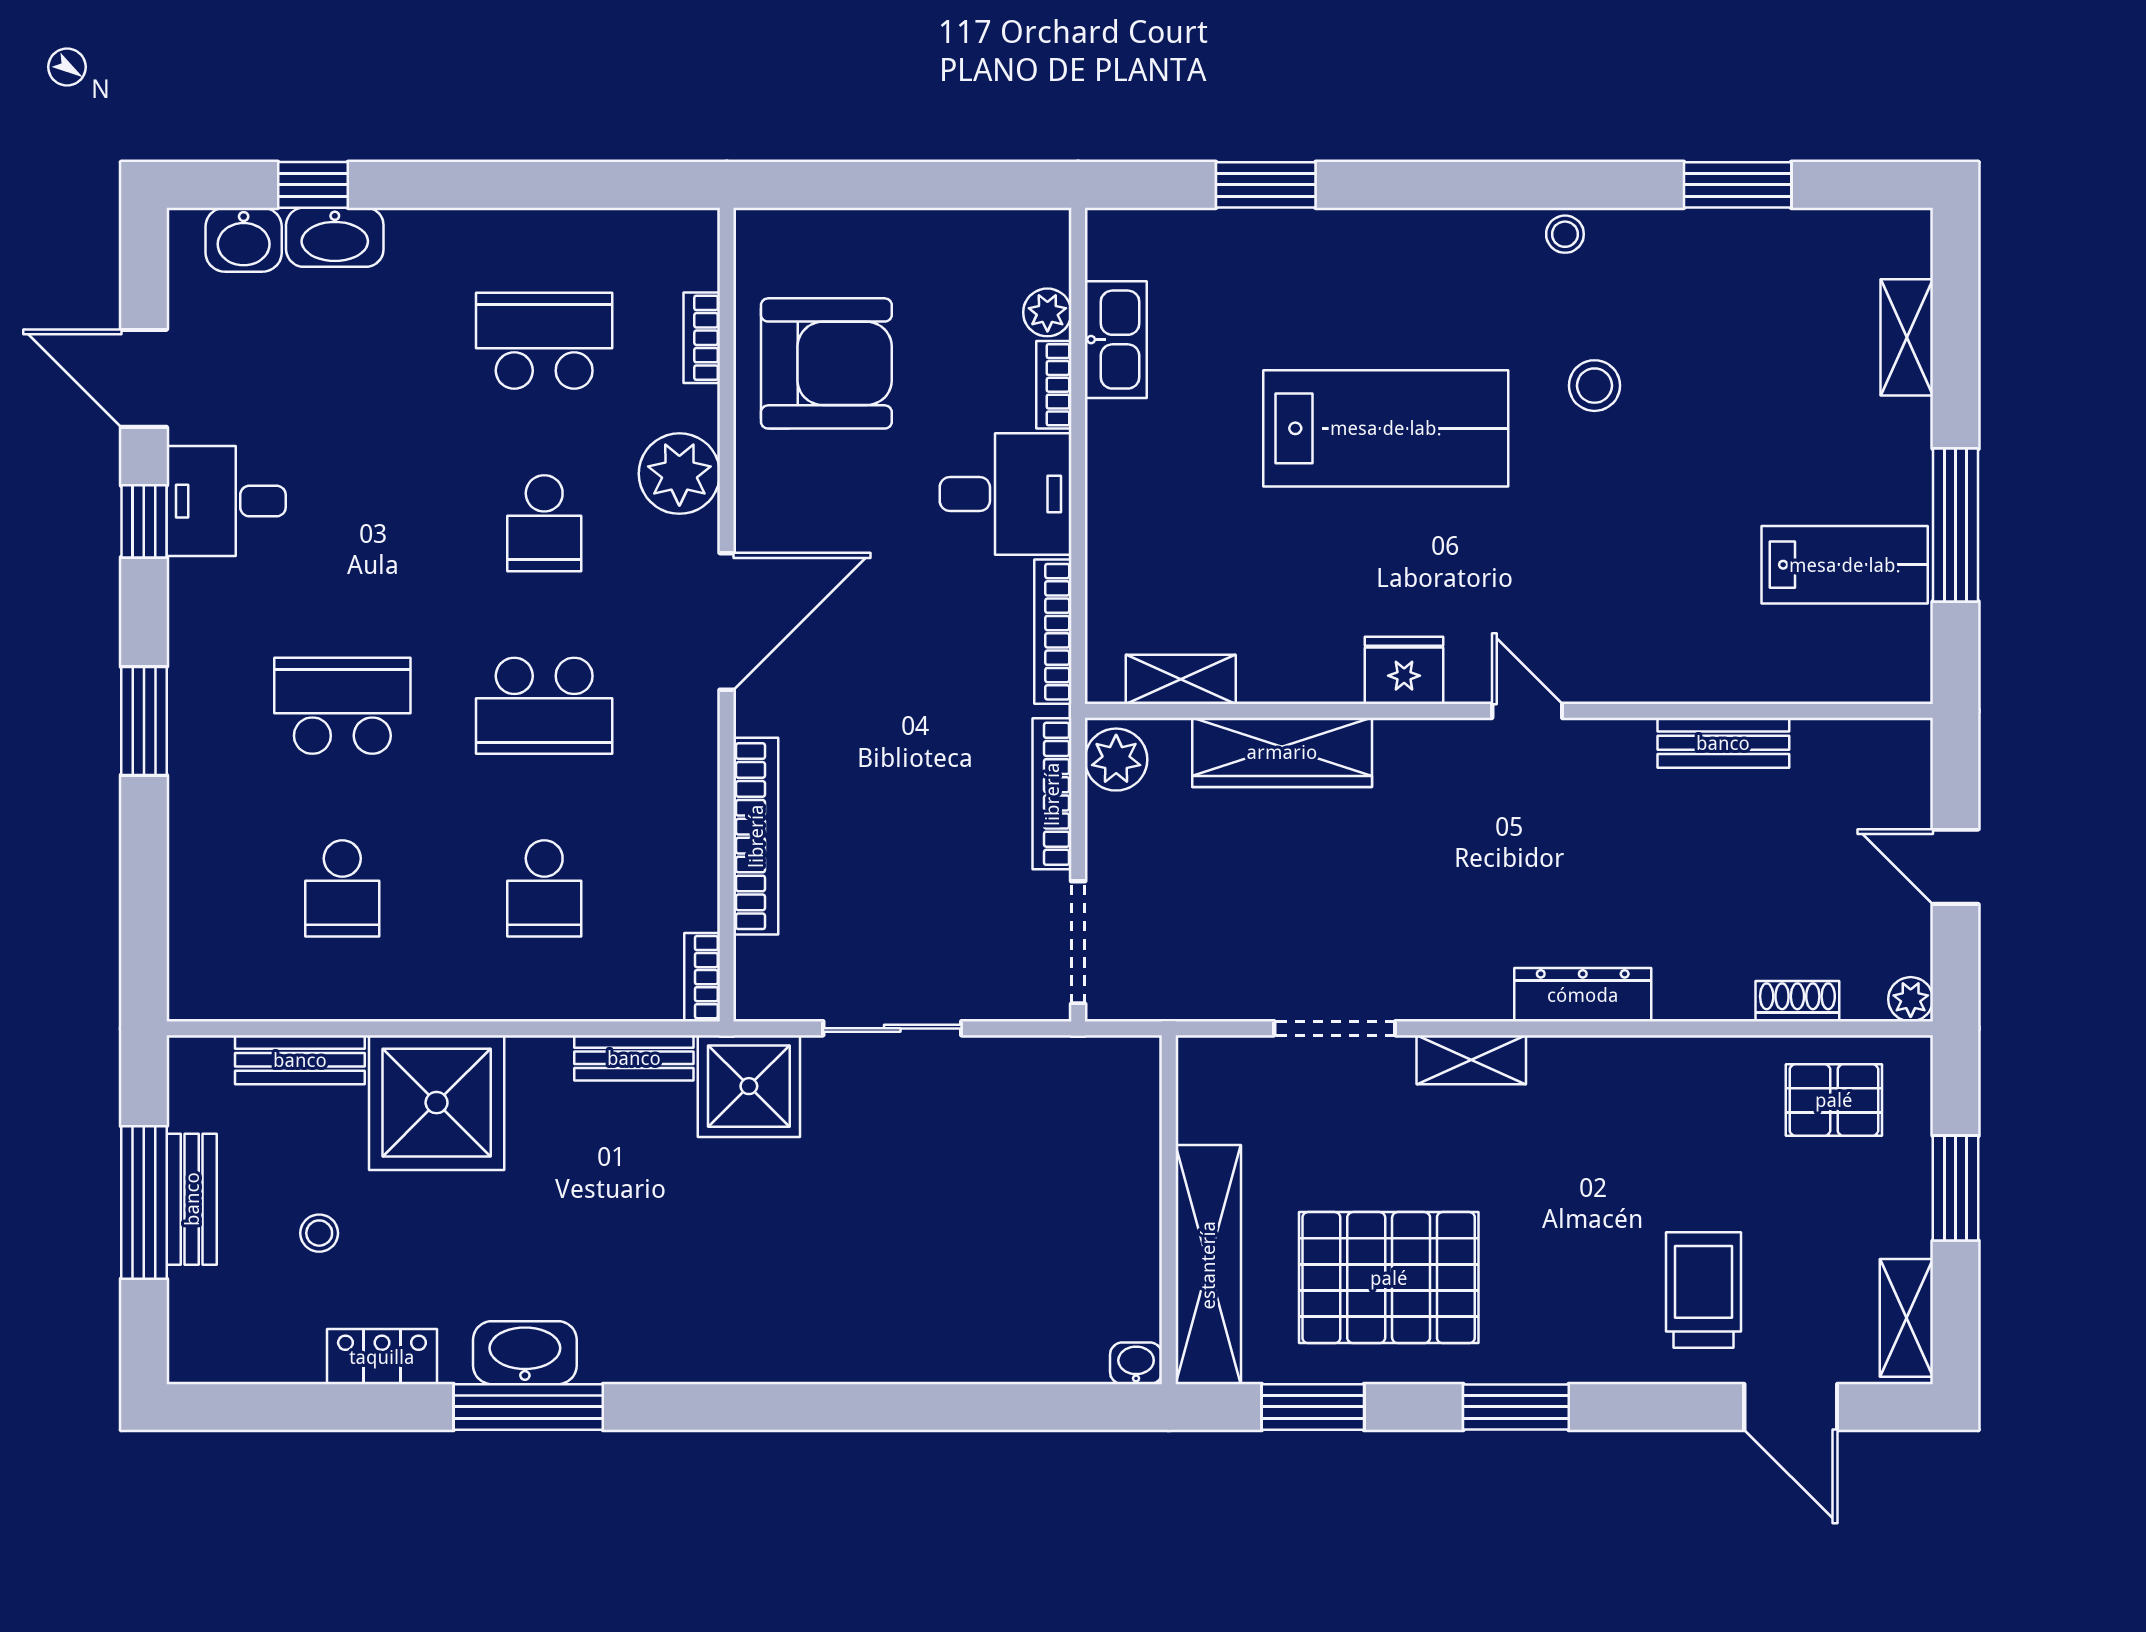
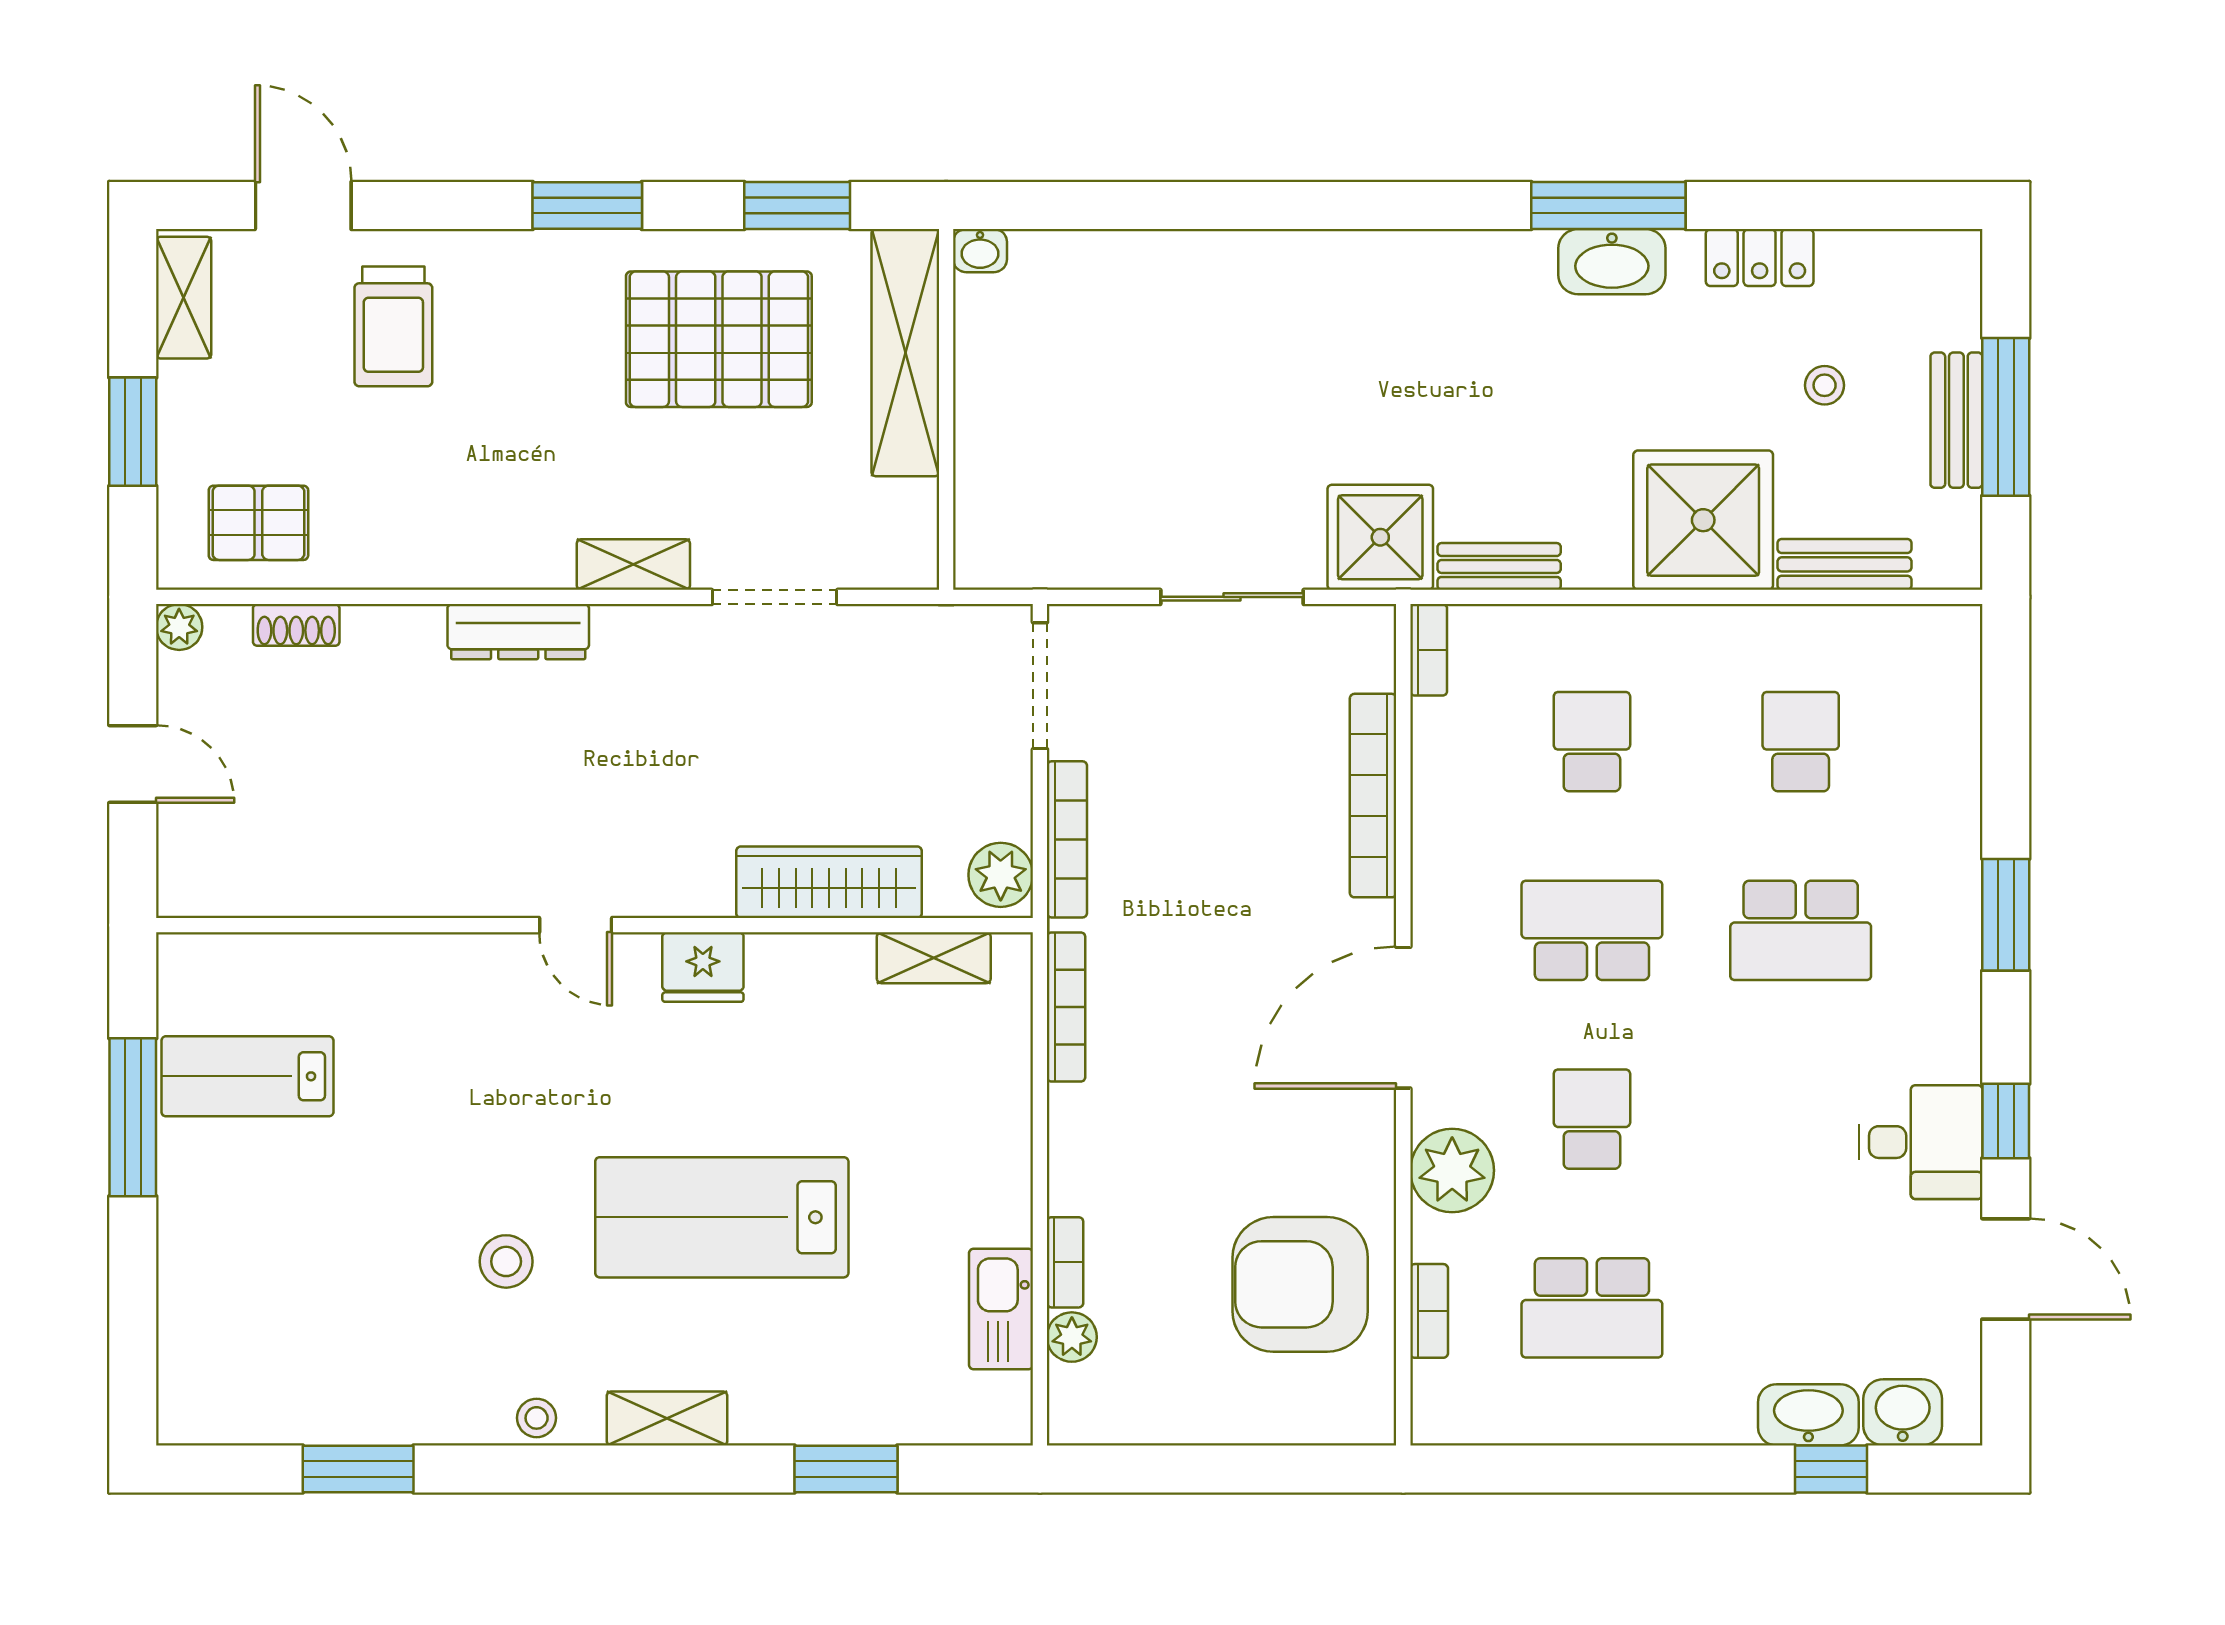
shelving: (1907, 337) -> (667, 1418), moved, turned 90
desk: (1006, 494) -> (1115, 1149), removed
bench: (1723, 743) -> (373, 892), removed

